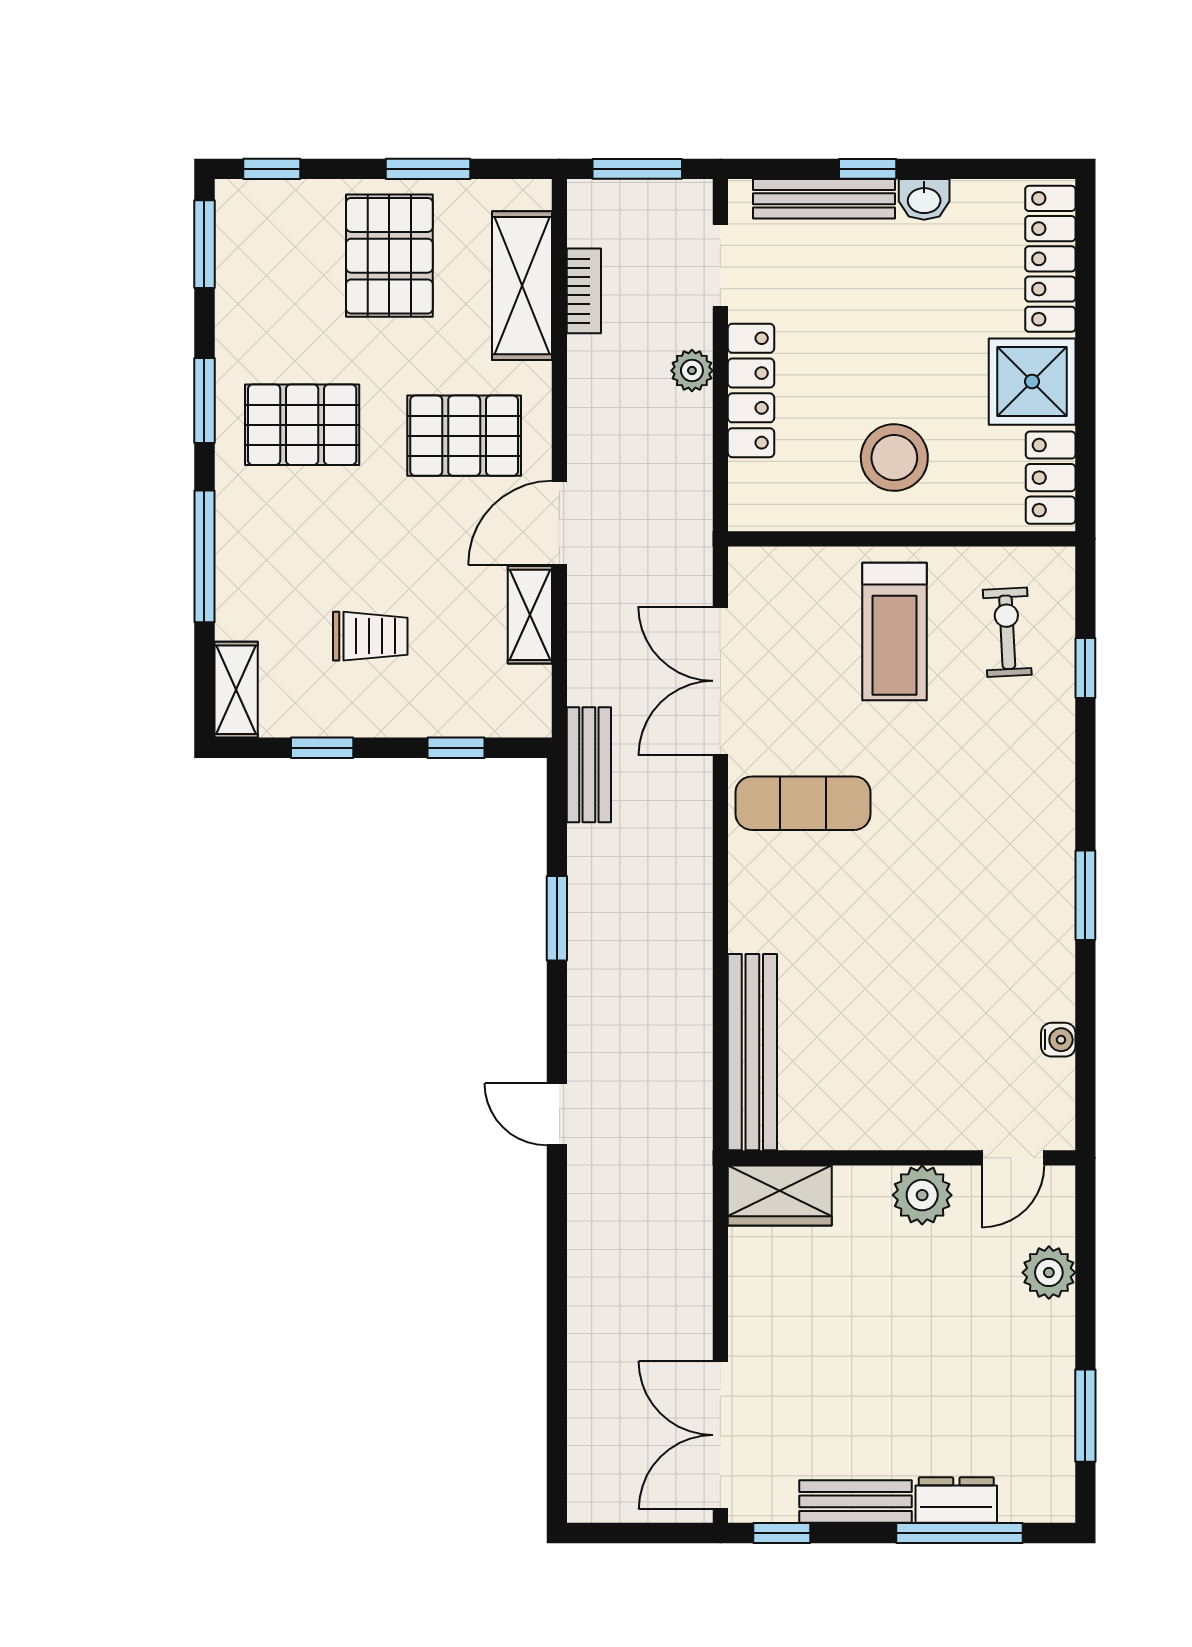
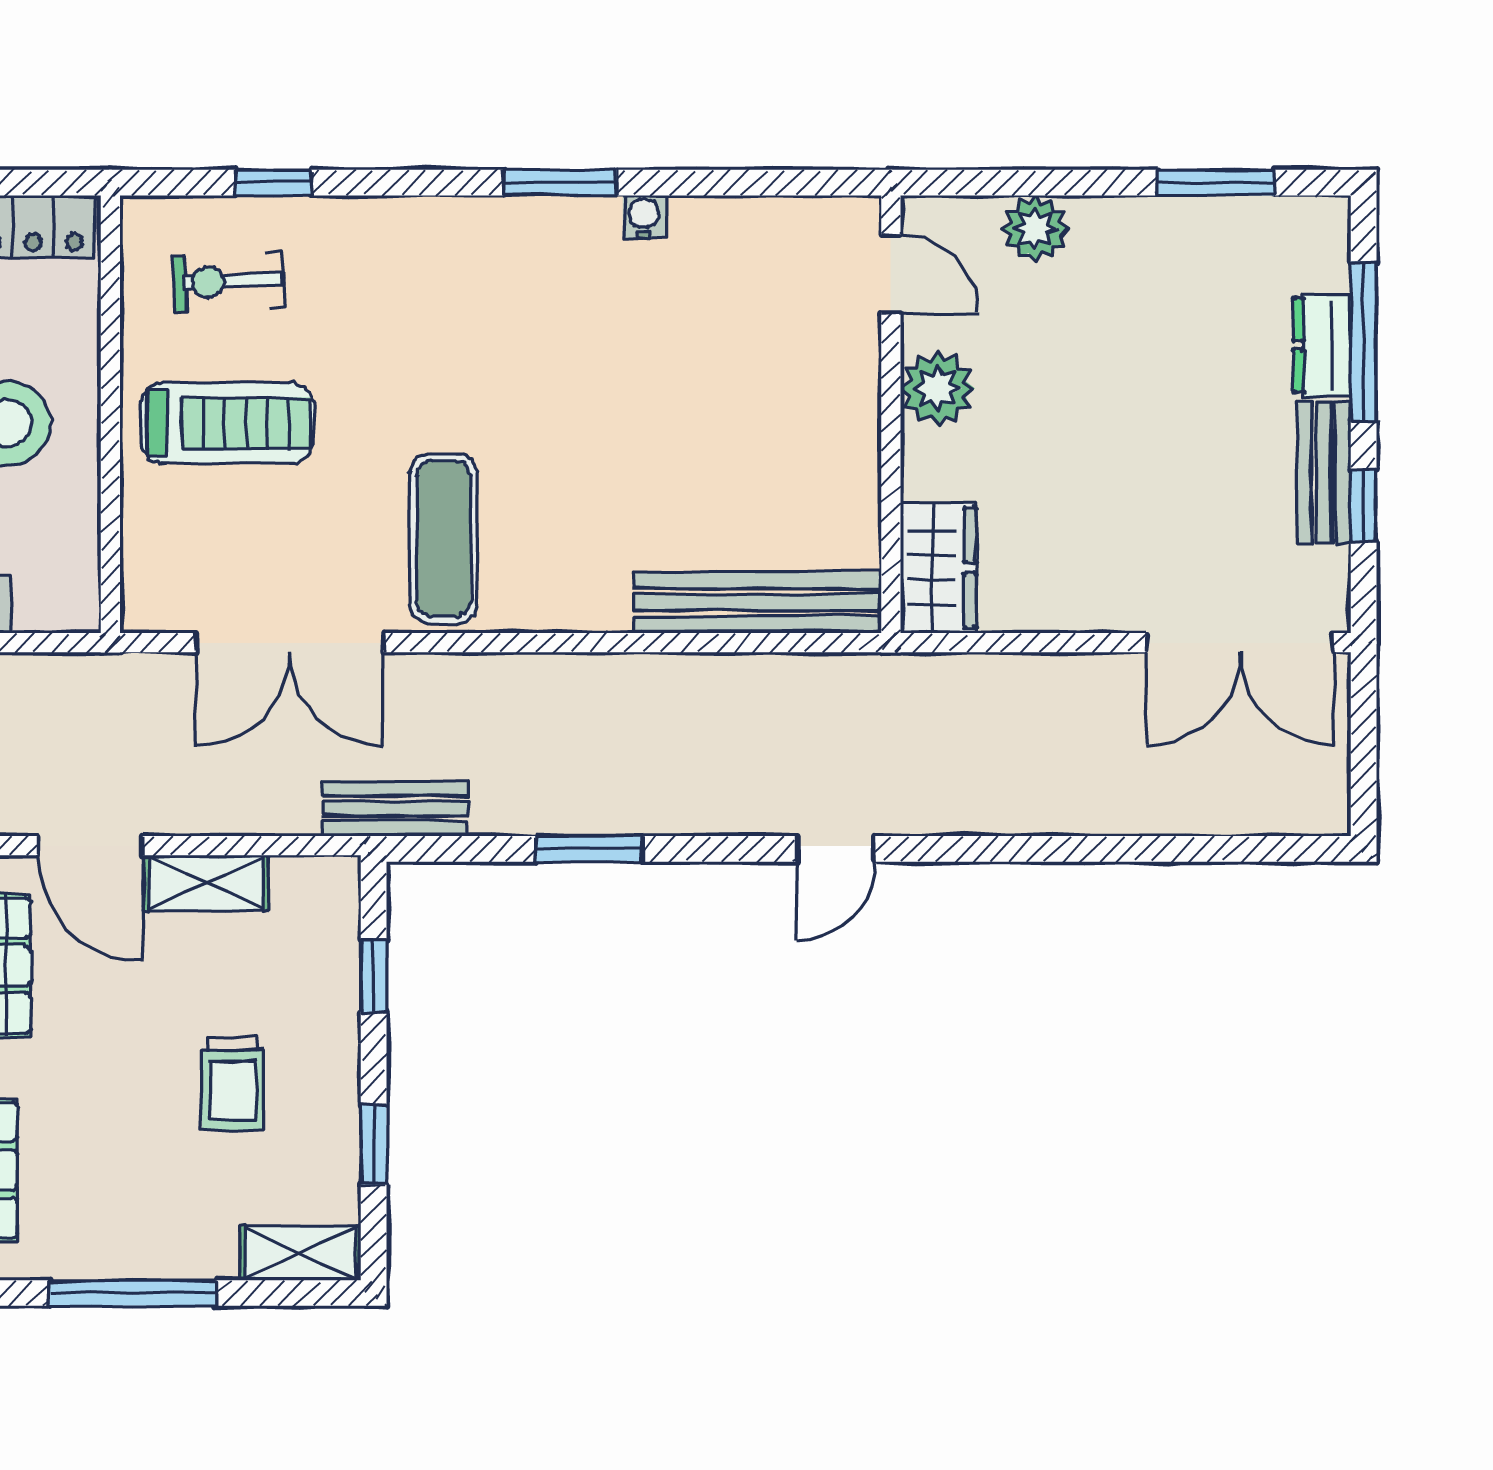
trolley: (370, 636) -> (233, 1084), turned 180
water cooler: (1058, 1040) -> (644, 217), moved
window: (782, 1533) -> (1364, 506), moved

